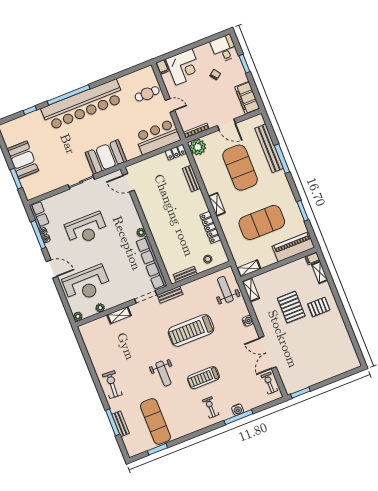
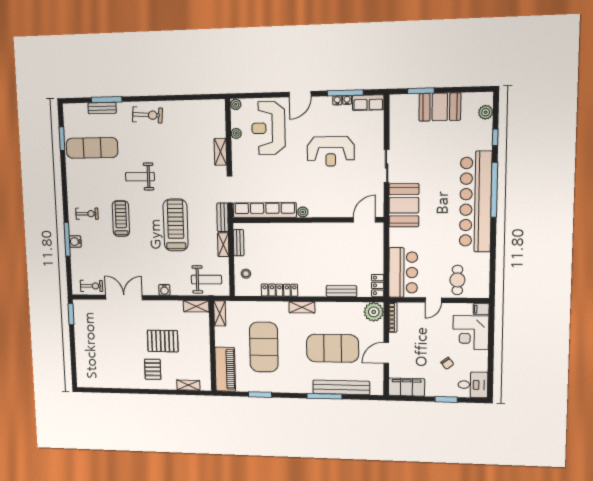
plant: (14, 125) -> (486, 112), added
reception desk: (86, 229) -> (331, 151), turned -90
filing cabinet: (312, 258) -> (206, 384), removed
shelving: (192, 286) -> (223, 245), added

